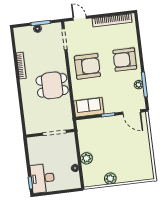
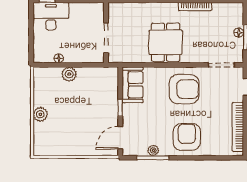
armchair: (87, 66) -> (184, 89), turned -90
plant: (110, 179) -> (40, 114), moved

